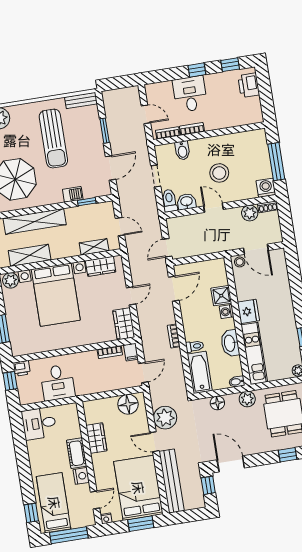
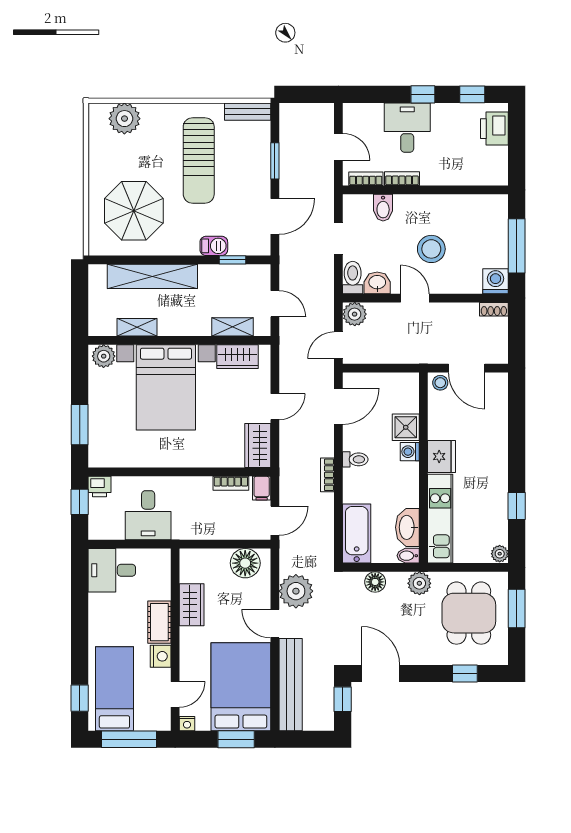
plant: (250, 213) -> (355, 314), moved
shelving: (30, 255) -> (137, 327), width x0.67, depth x0.75
washbasin: (230, 343) -> (407, 527), moved
toilet: (195, 346) -> (355, 459), moved

